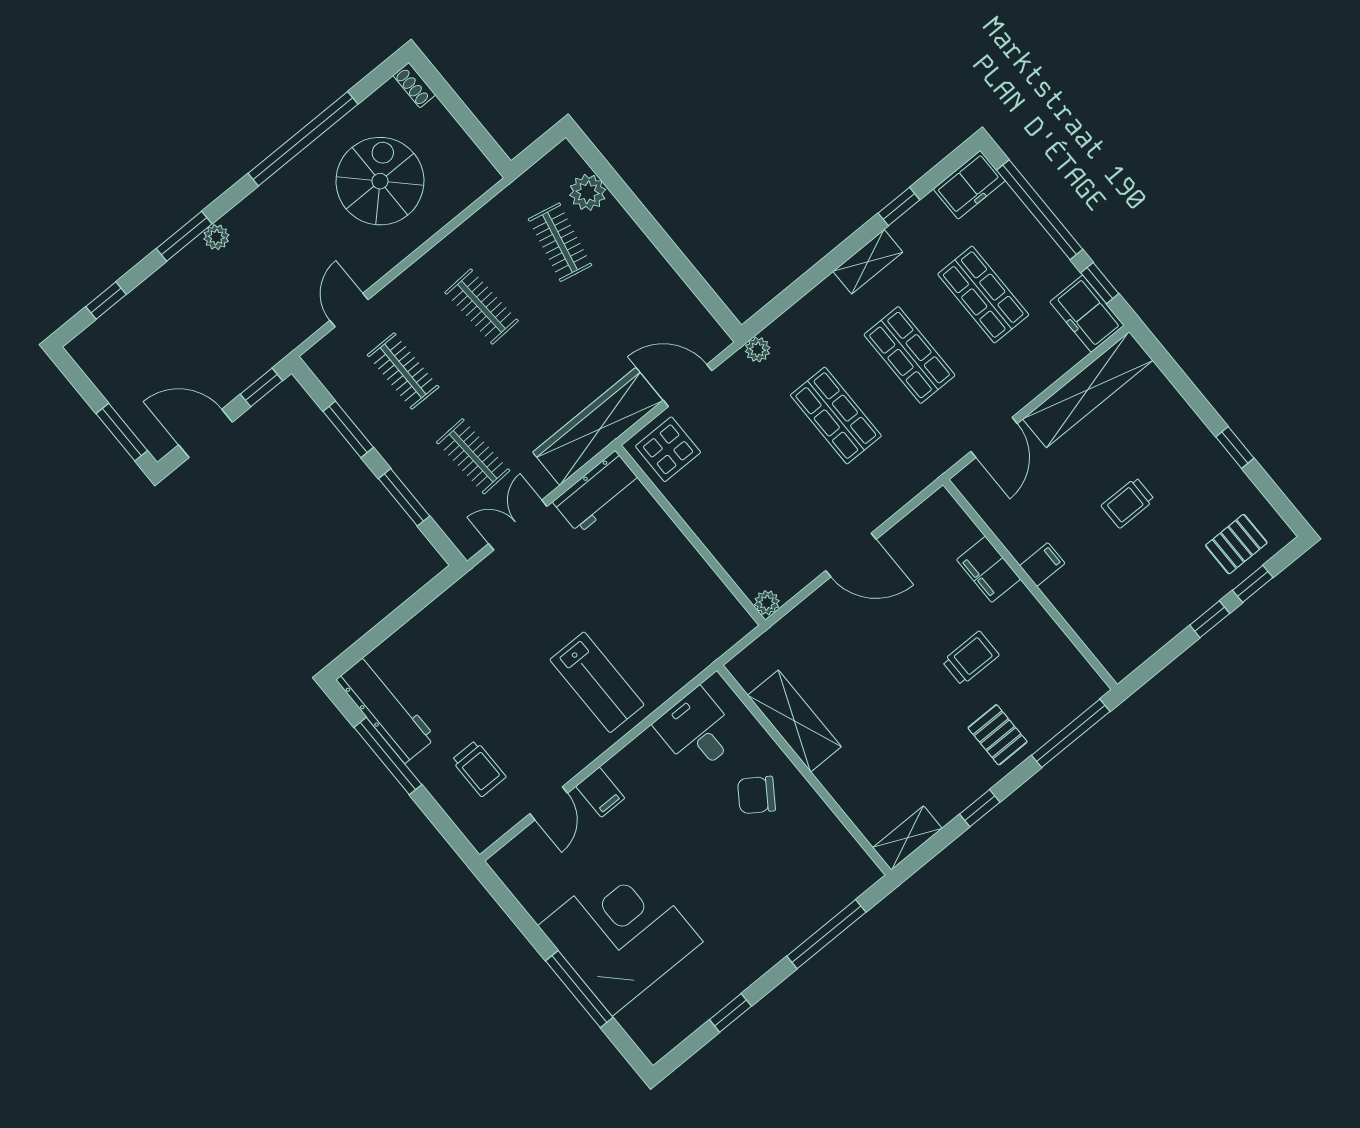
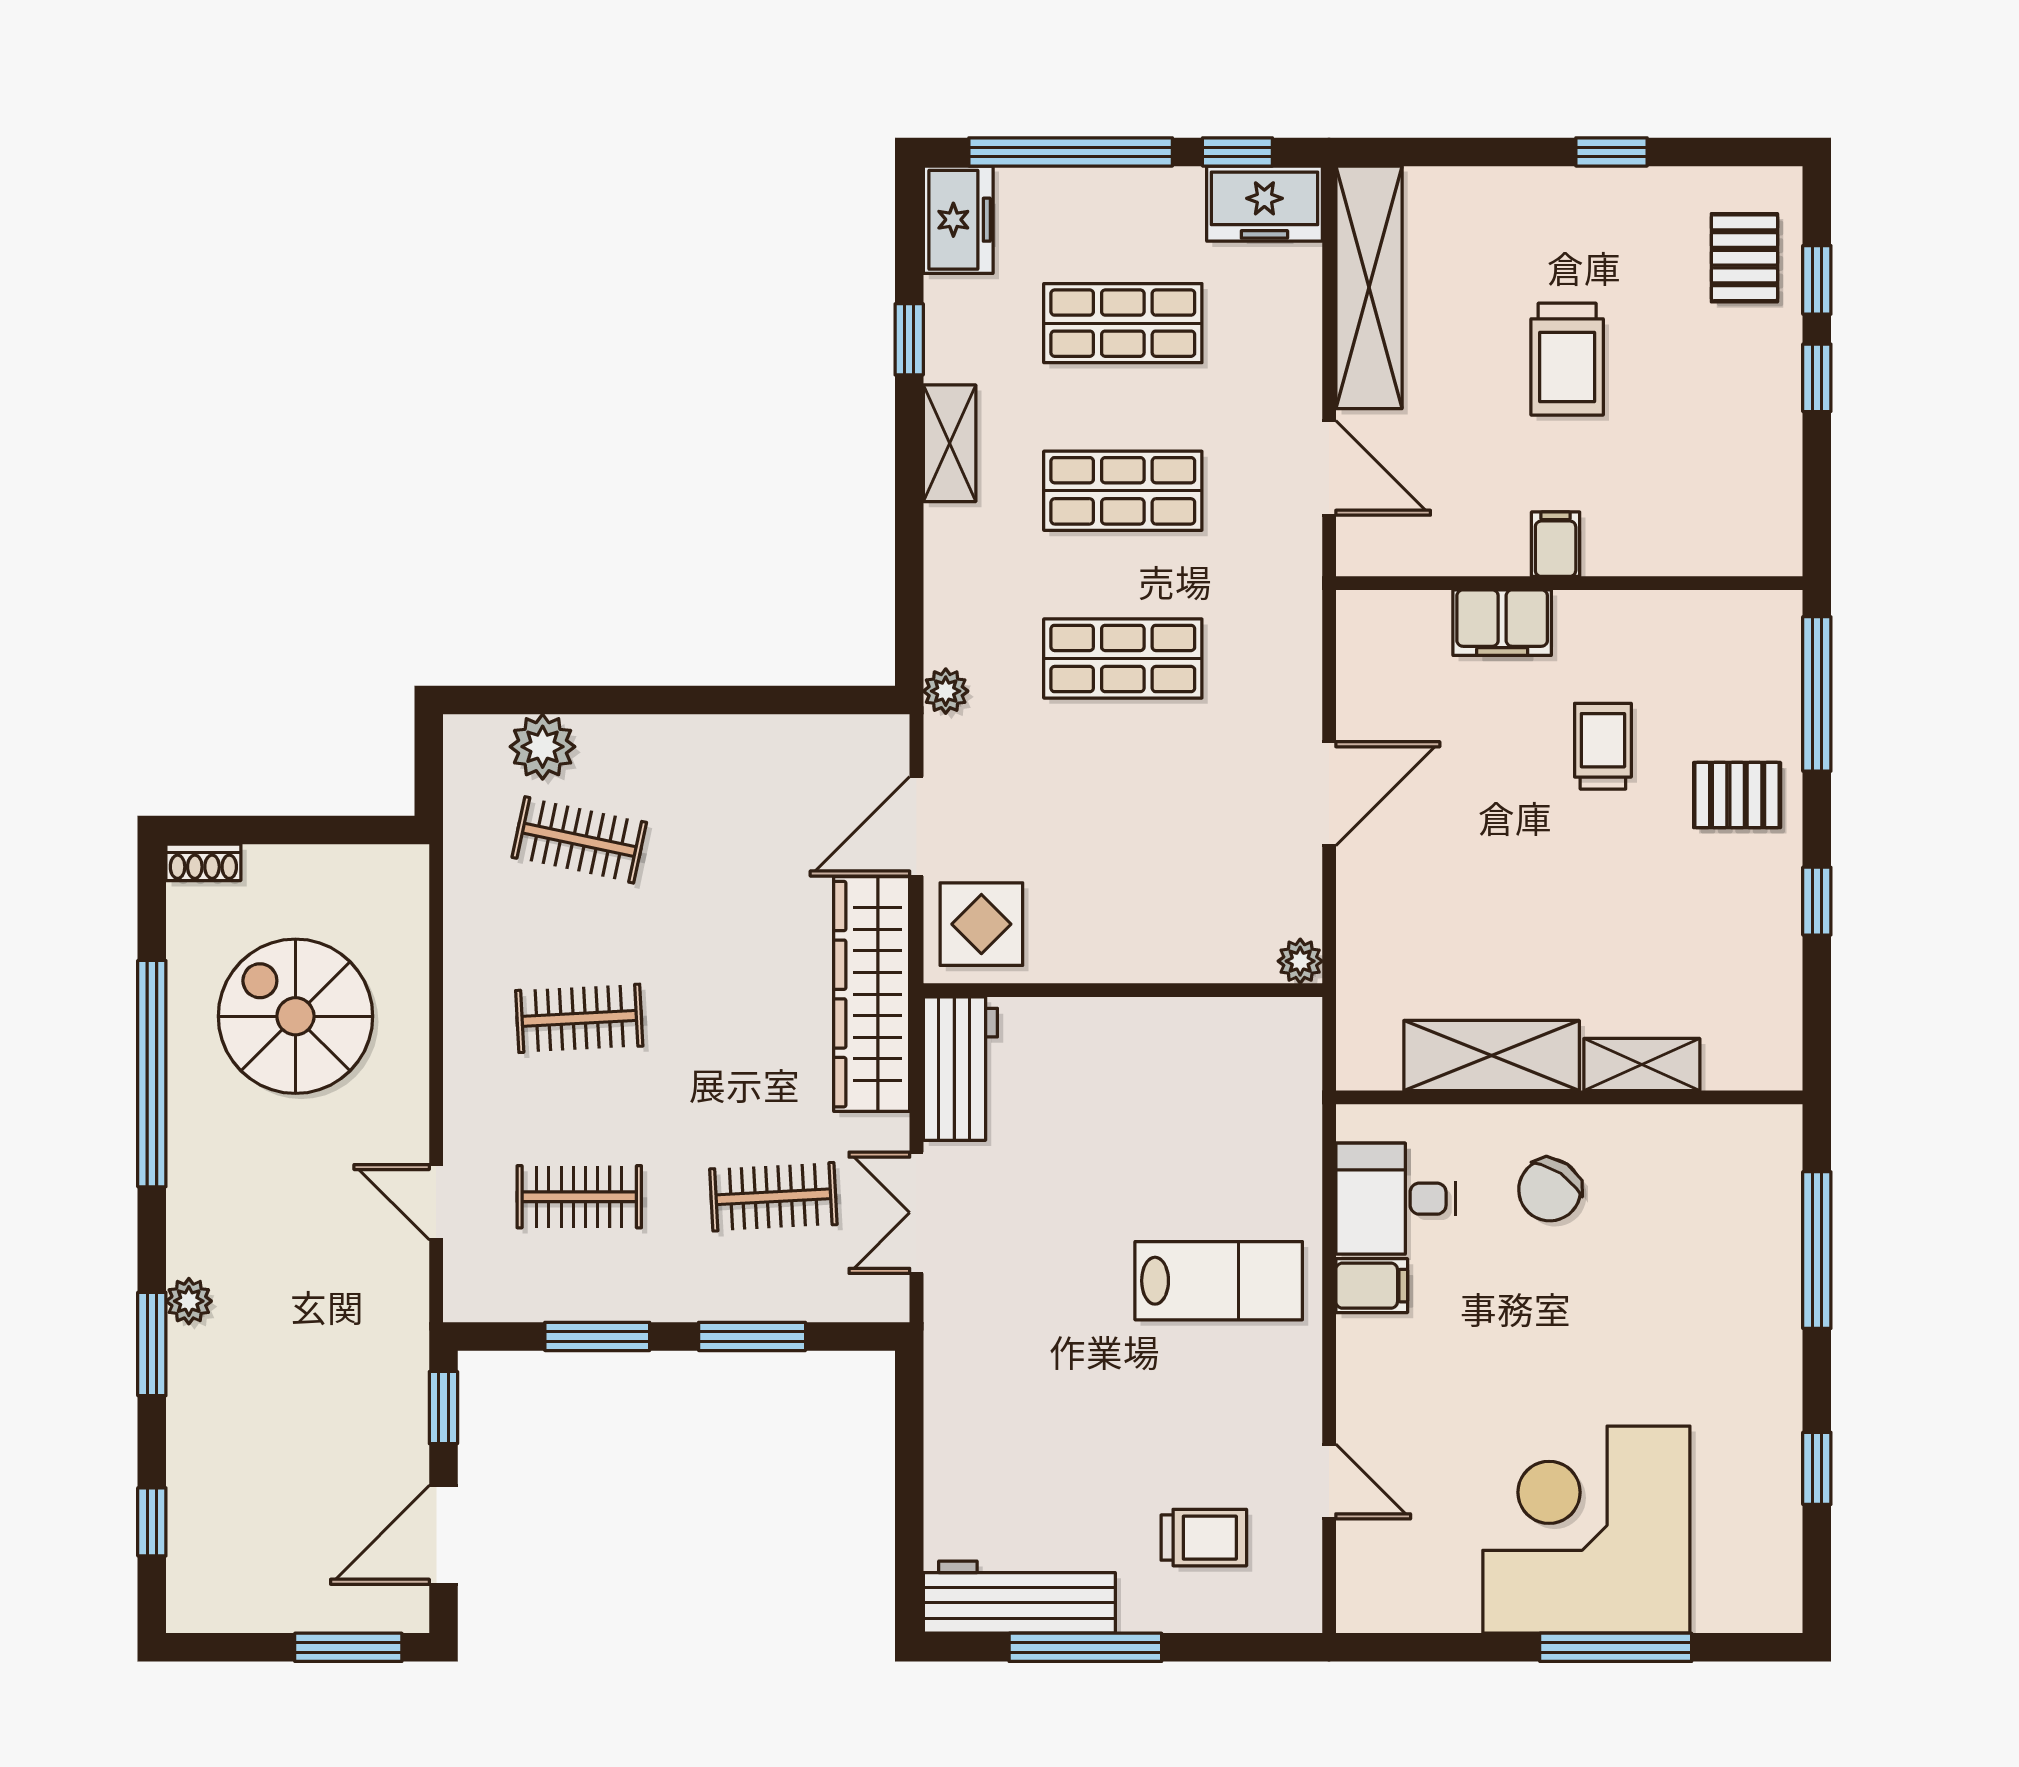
trolley: (1128, 503) -> (1567, 359), width x1.36, depth x1.39
filing cabinet: (600, 792) -> (1372, 1286), moved
shelving: (907, 838) -> (1642, 1065), moved, turned 90

